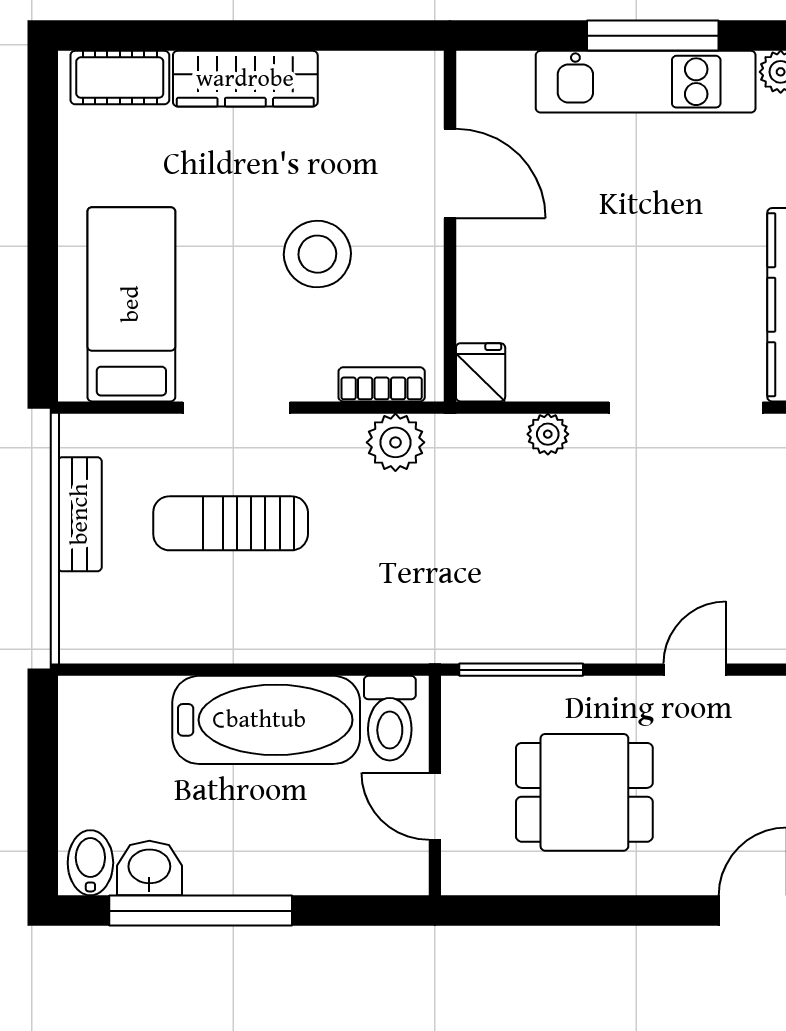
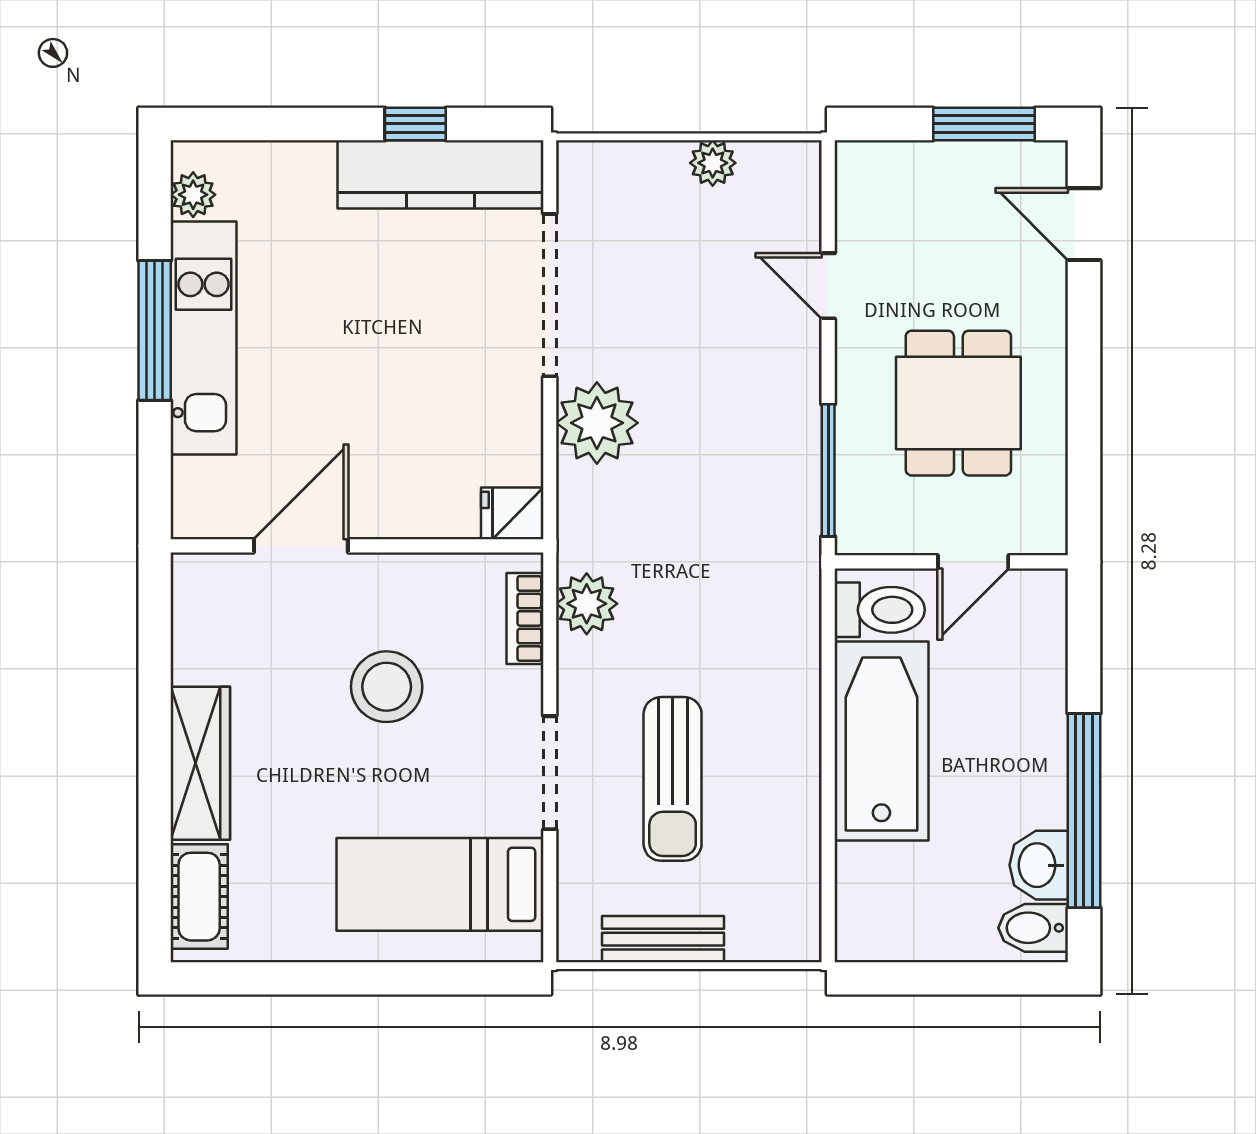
plant: (548, 434) -> (597, 423), width x1.87, depth x1.87

